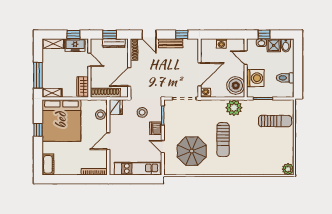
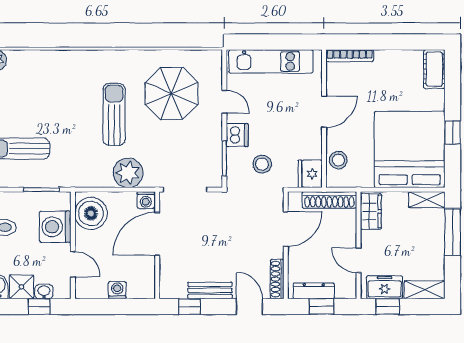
plant: (234, 108) -> (128, 173), moved

